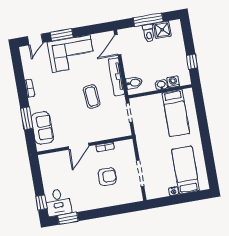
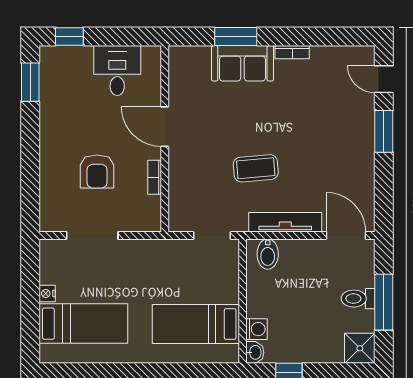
shower: (162, 30) -> (360, 348), moved
corner sofa: (71, 54) -> (345, 143), removed
washbasin: (161, 85) -> (255, 352), moved
sofa: (42, 128) -> (242, 63), moved
desk: (58, 202) -> (117, 70), moved, turned 90

